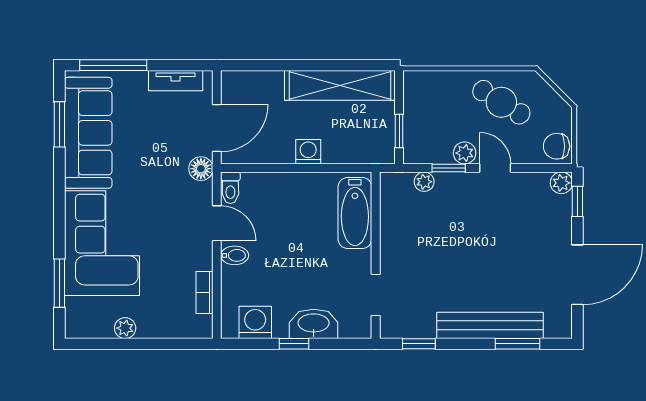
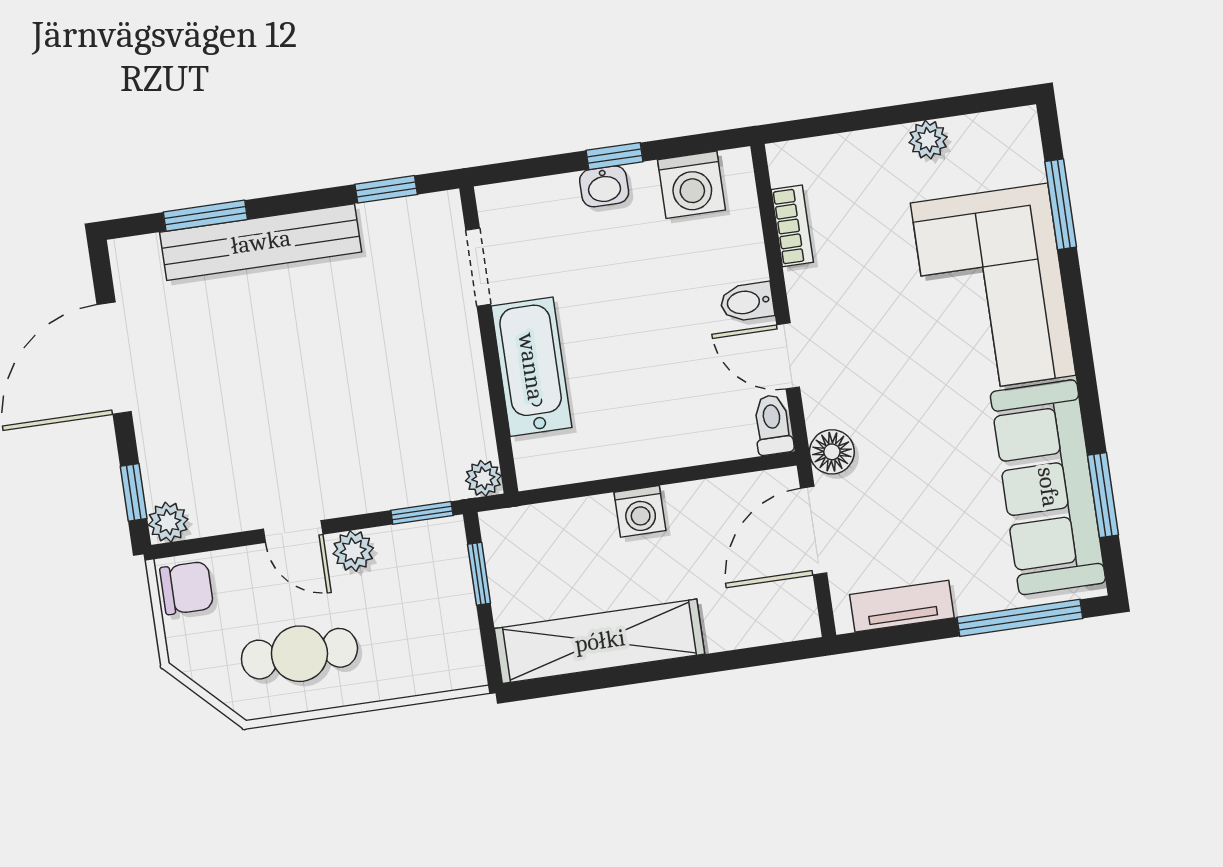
cafe table: (501, 102) -> (299, 654), turned -32
window: (449, 168) -> (422, 513), moved
plant: (424, 182) -> (483, 478), moved
bathtub: (355, 213) -> (531, 367), moved
washbasin: (314, 324) -> (604, 186), width x0.52, depth x0.69

